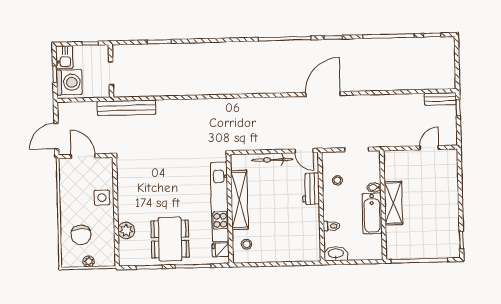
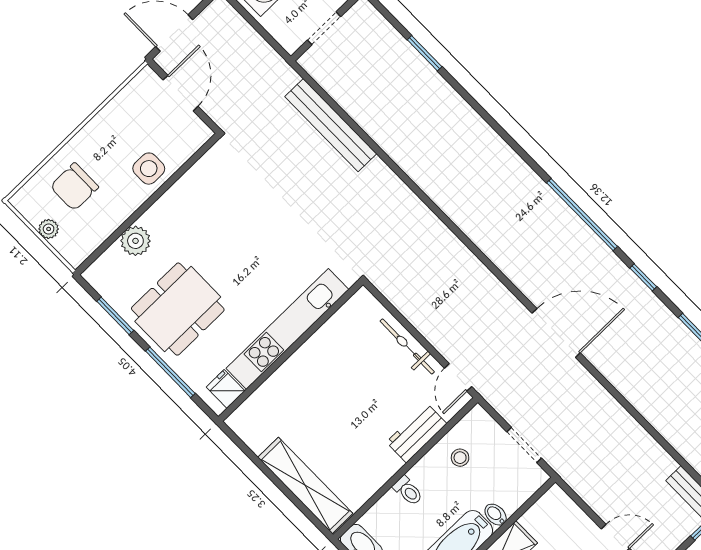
bench: (126, 108) -> (331, 125), moved
shelving: (239, 200) -> (305, 485), moved, turned 90
toilet: (331, 226) -> (408, 491), moved
stool: (247, 244) -> (265, 416), removed

